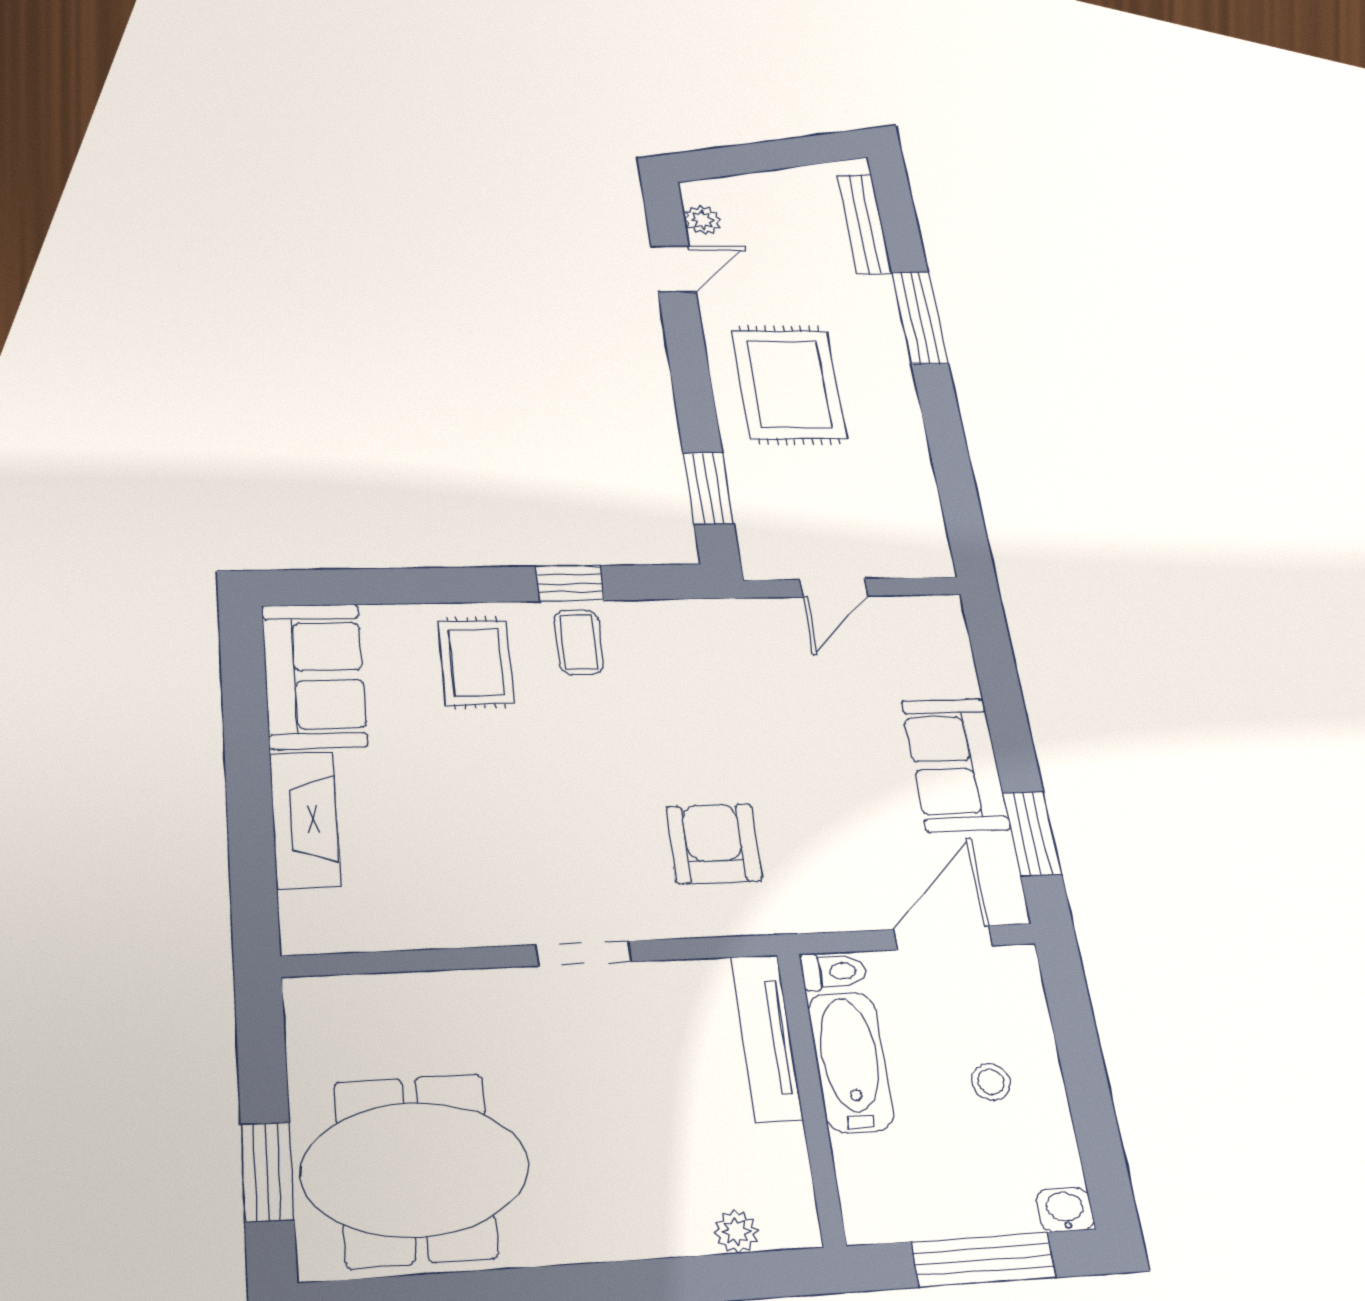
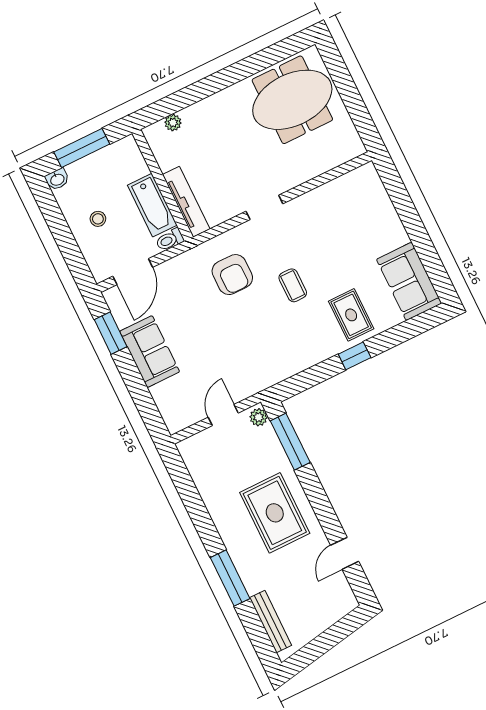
plant: (702, 220) -> (259, 417), moved
window: (708, 488) -> (290, 442), width x1.44
window: (570, 583) -> (355, 356), moved
coffee table: (579, 642) -> (293, 285), moved
fireplace: (305, 819) -> (387, 218), removed
window: (267, 1172) -> (342, 78), removed

